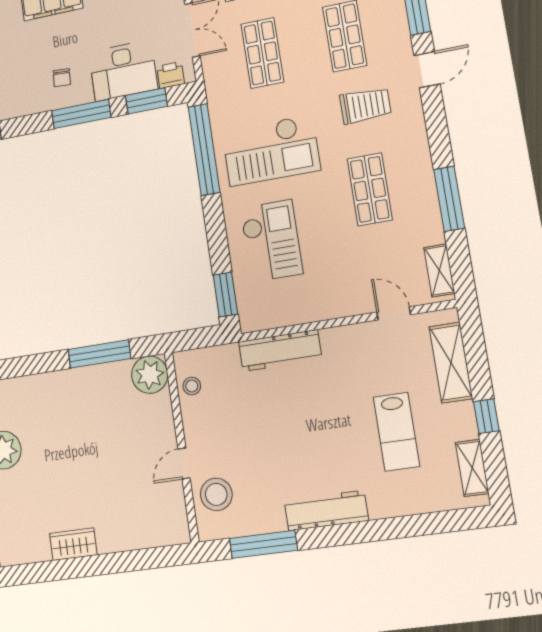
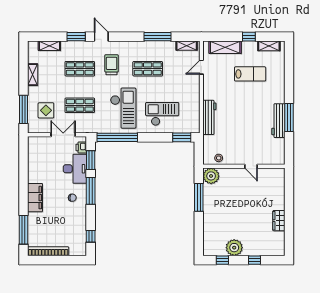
stool: (216, 494) -> (266, 154), removed
workbench: (326, 511) -> (278, 121), moved
window: (263, 544) -> (289, 118), moved

